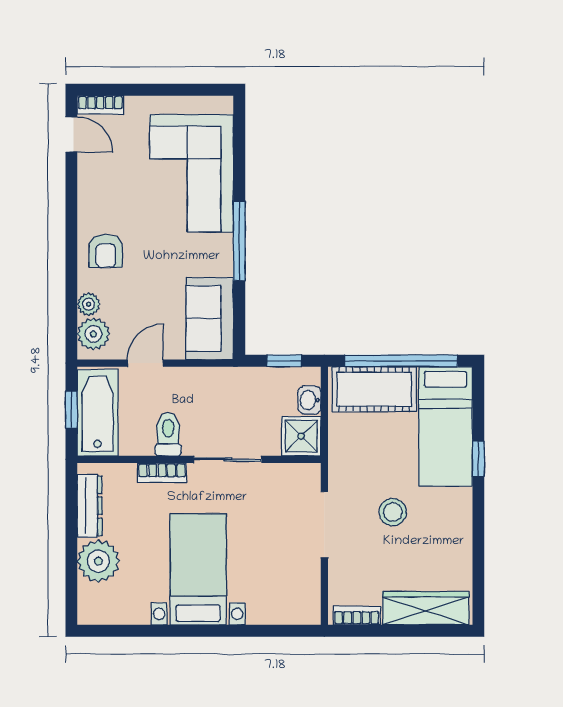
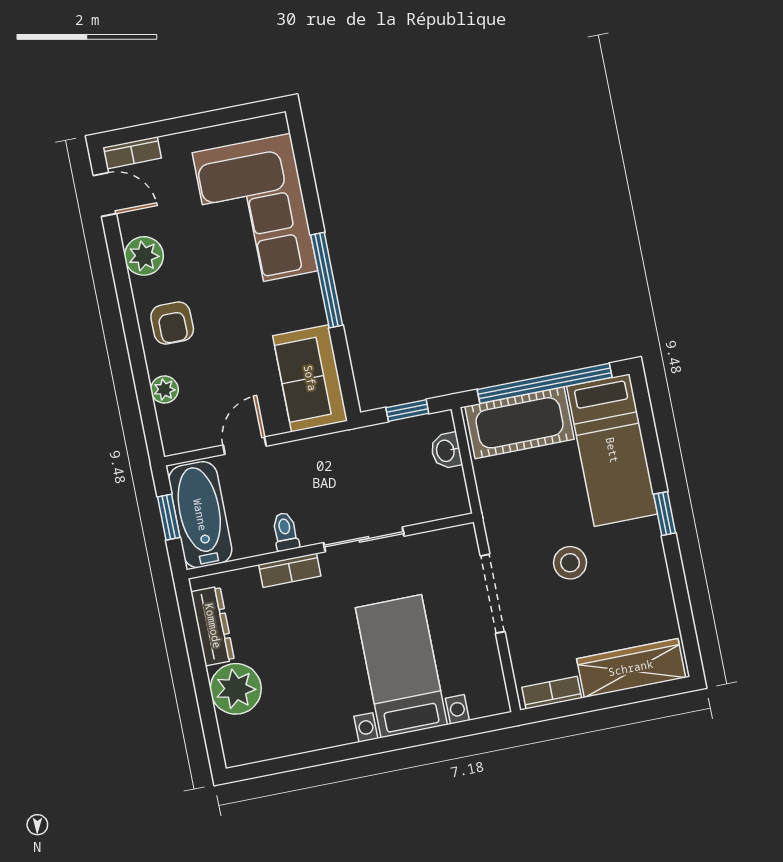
plant: (93, 334) -> (144, 256), moved
toilet: (168, 434) -> (285, 532), width x0.73, depth x0.72
shower: (301, 436) -> (445, 495), removed
window: (478, 459) -> (665, 514), moved
bed with nightstands: (198, 569) -> (401, 666), moved

